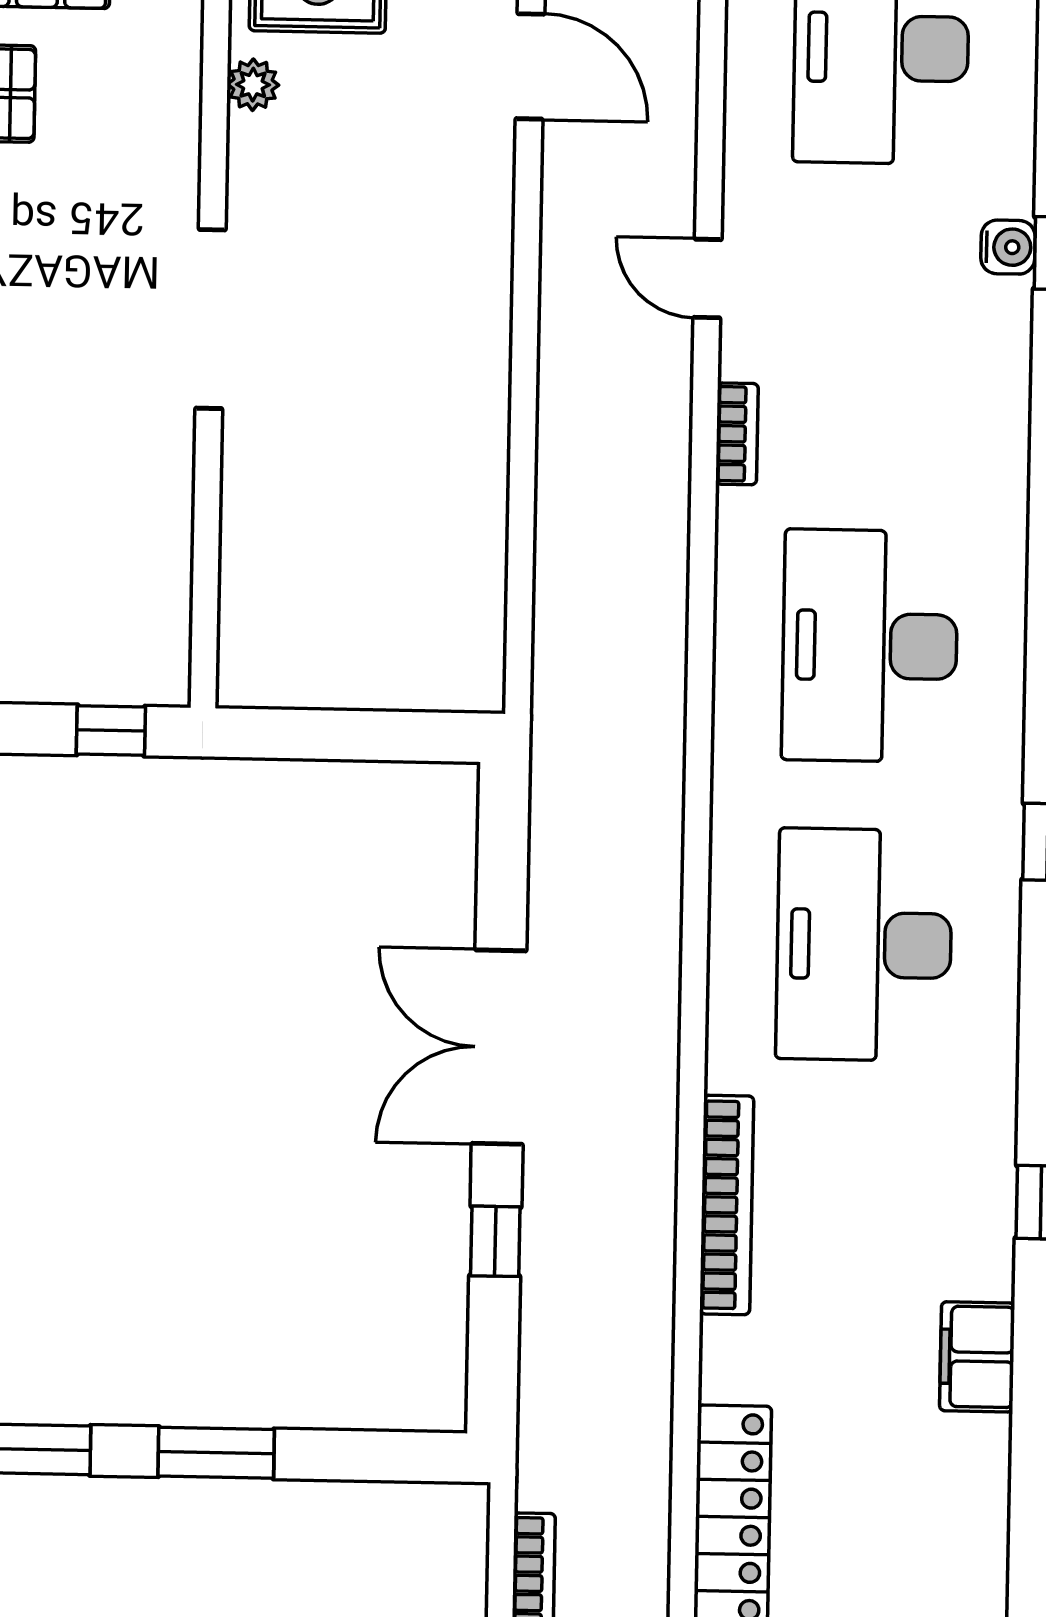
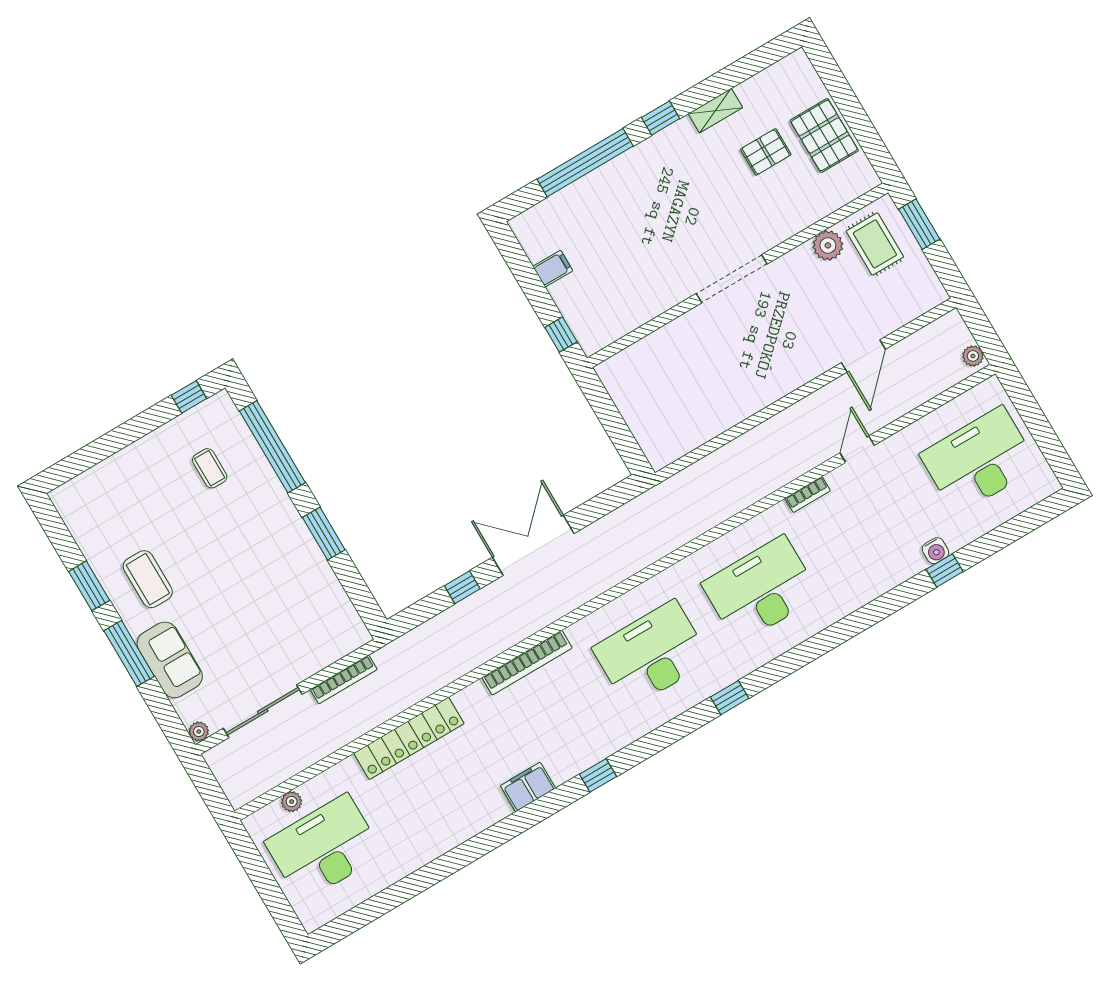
door: (530, 66) -> (863, 356), moved
plant: (253, 85) -> (828, 245), width x1.38, depth x1.38

